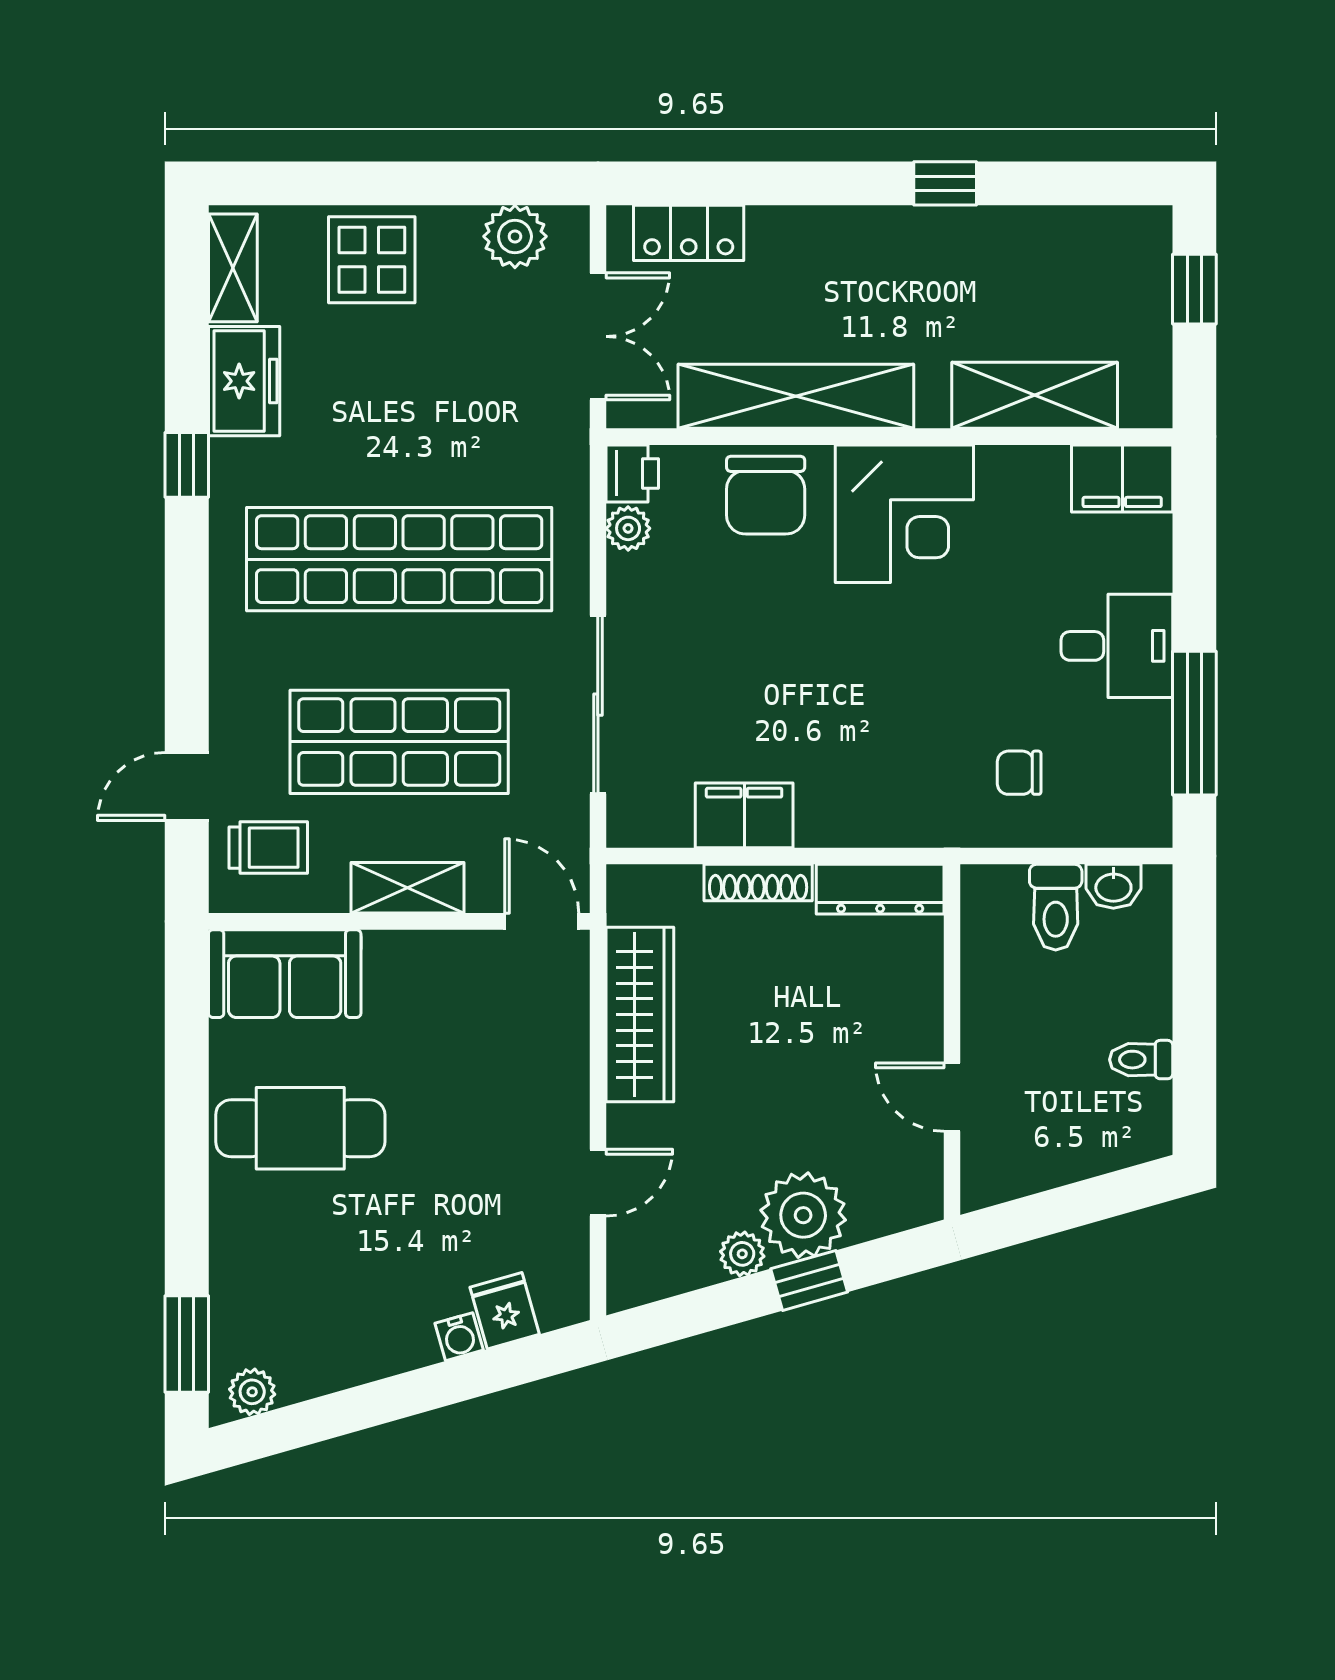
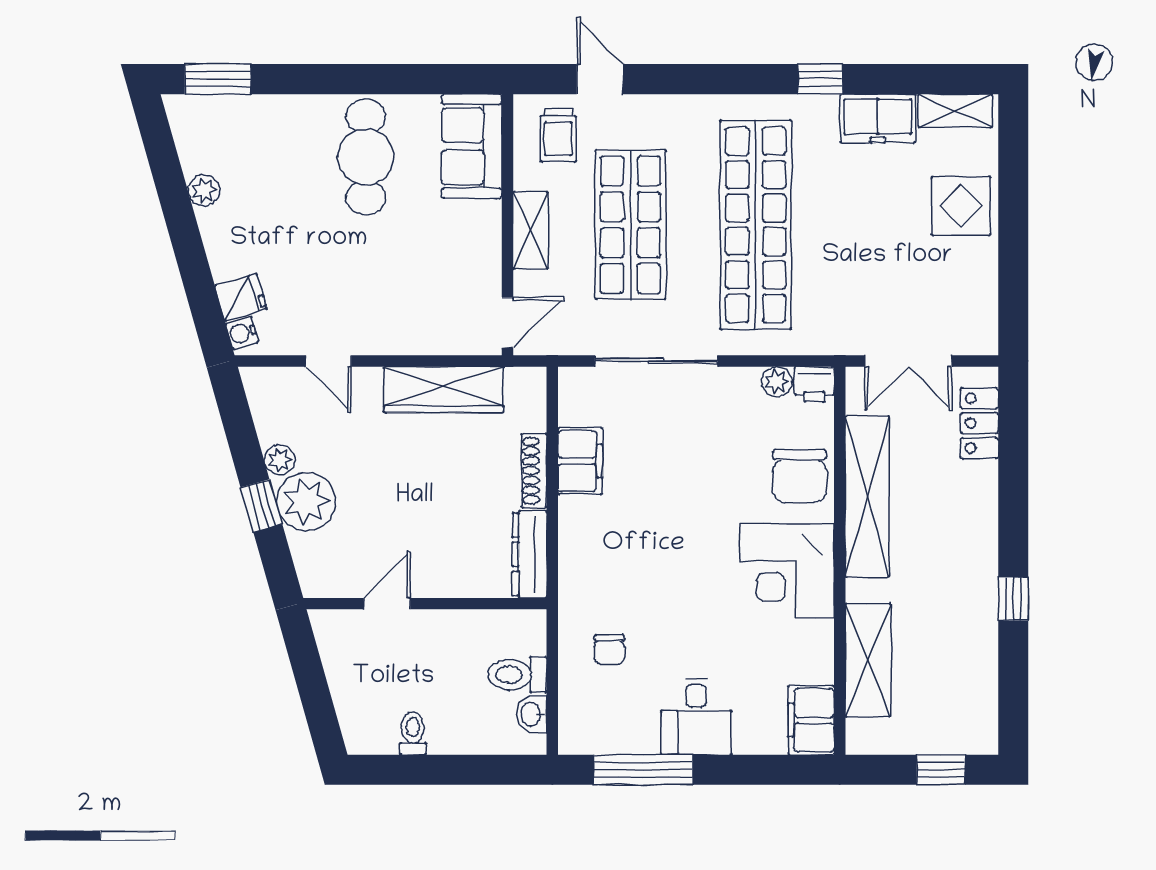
plant: (515, 236) -> (977, 304), removed
chair: (766, 495) -> (800, 476), turned -90
chair: (1019, 773) -> (609, 650), turned 180
water cooler: (459, 1337) -> (242, 333), moved
plant: (252, 1392) -> (204, 190), moved

